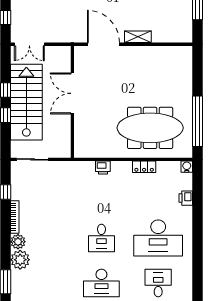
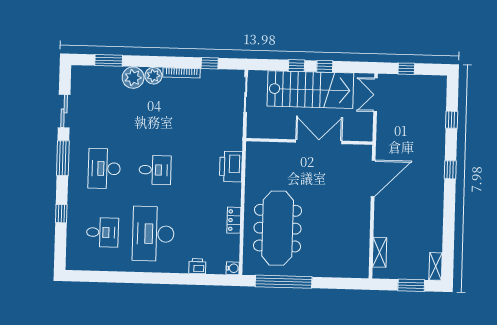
shelving: (138, 37) -> (380, 252), moved
printer: (103, 168) -> (231, 167), width x1.87, depth x1.48
desk: (101, 238) -> (155, 170), turned 180

